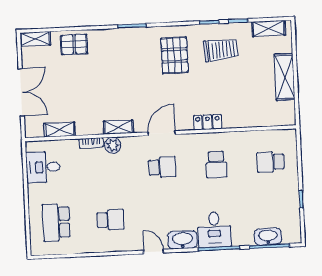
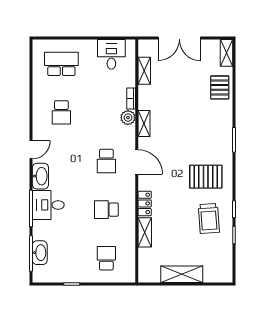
shelving: (269, 28) -> (145, 232), moved

